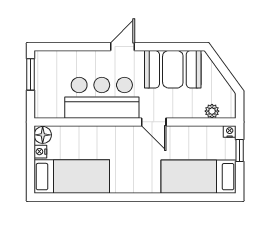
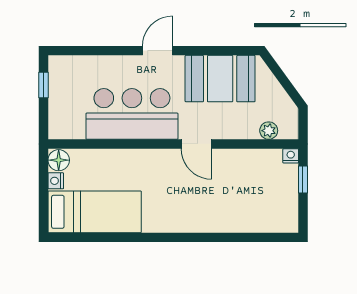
window: (30, 74) -> (43, 85), width x0.67
bed: (198, 177) -> (252, 212), removed

